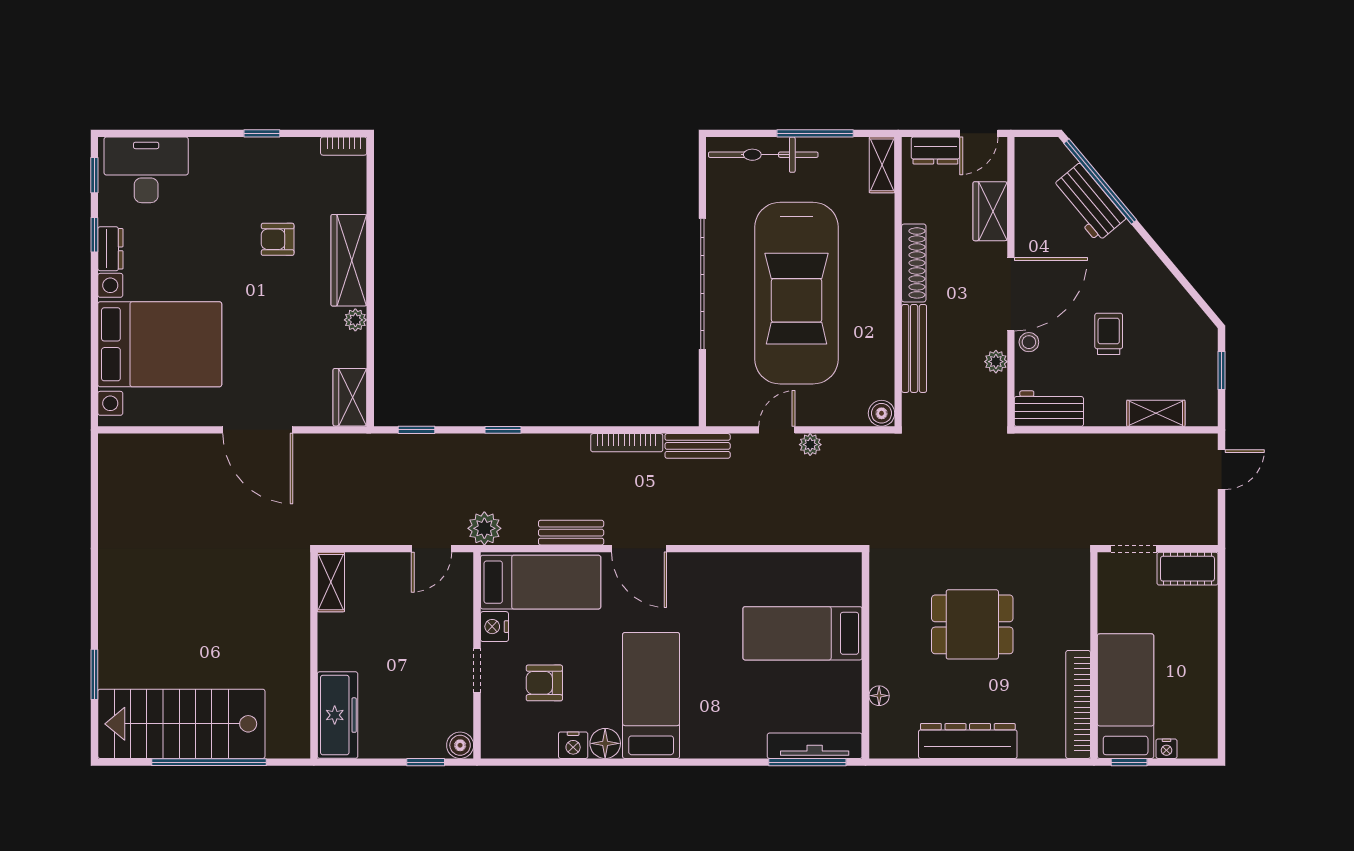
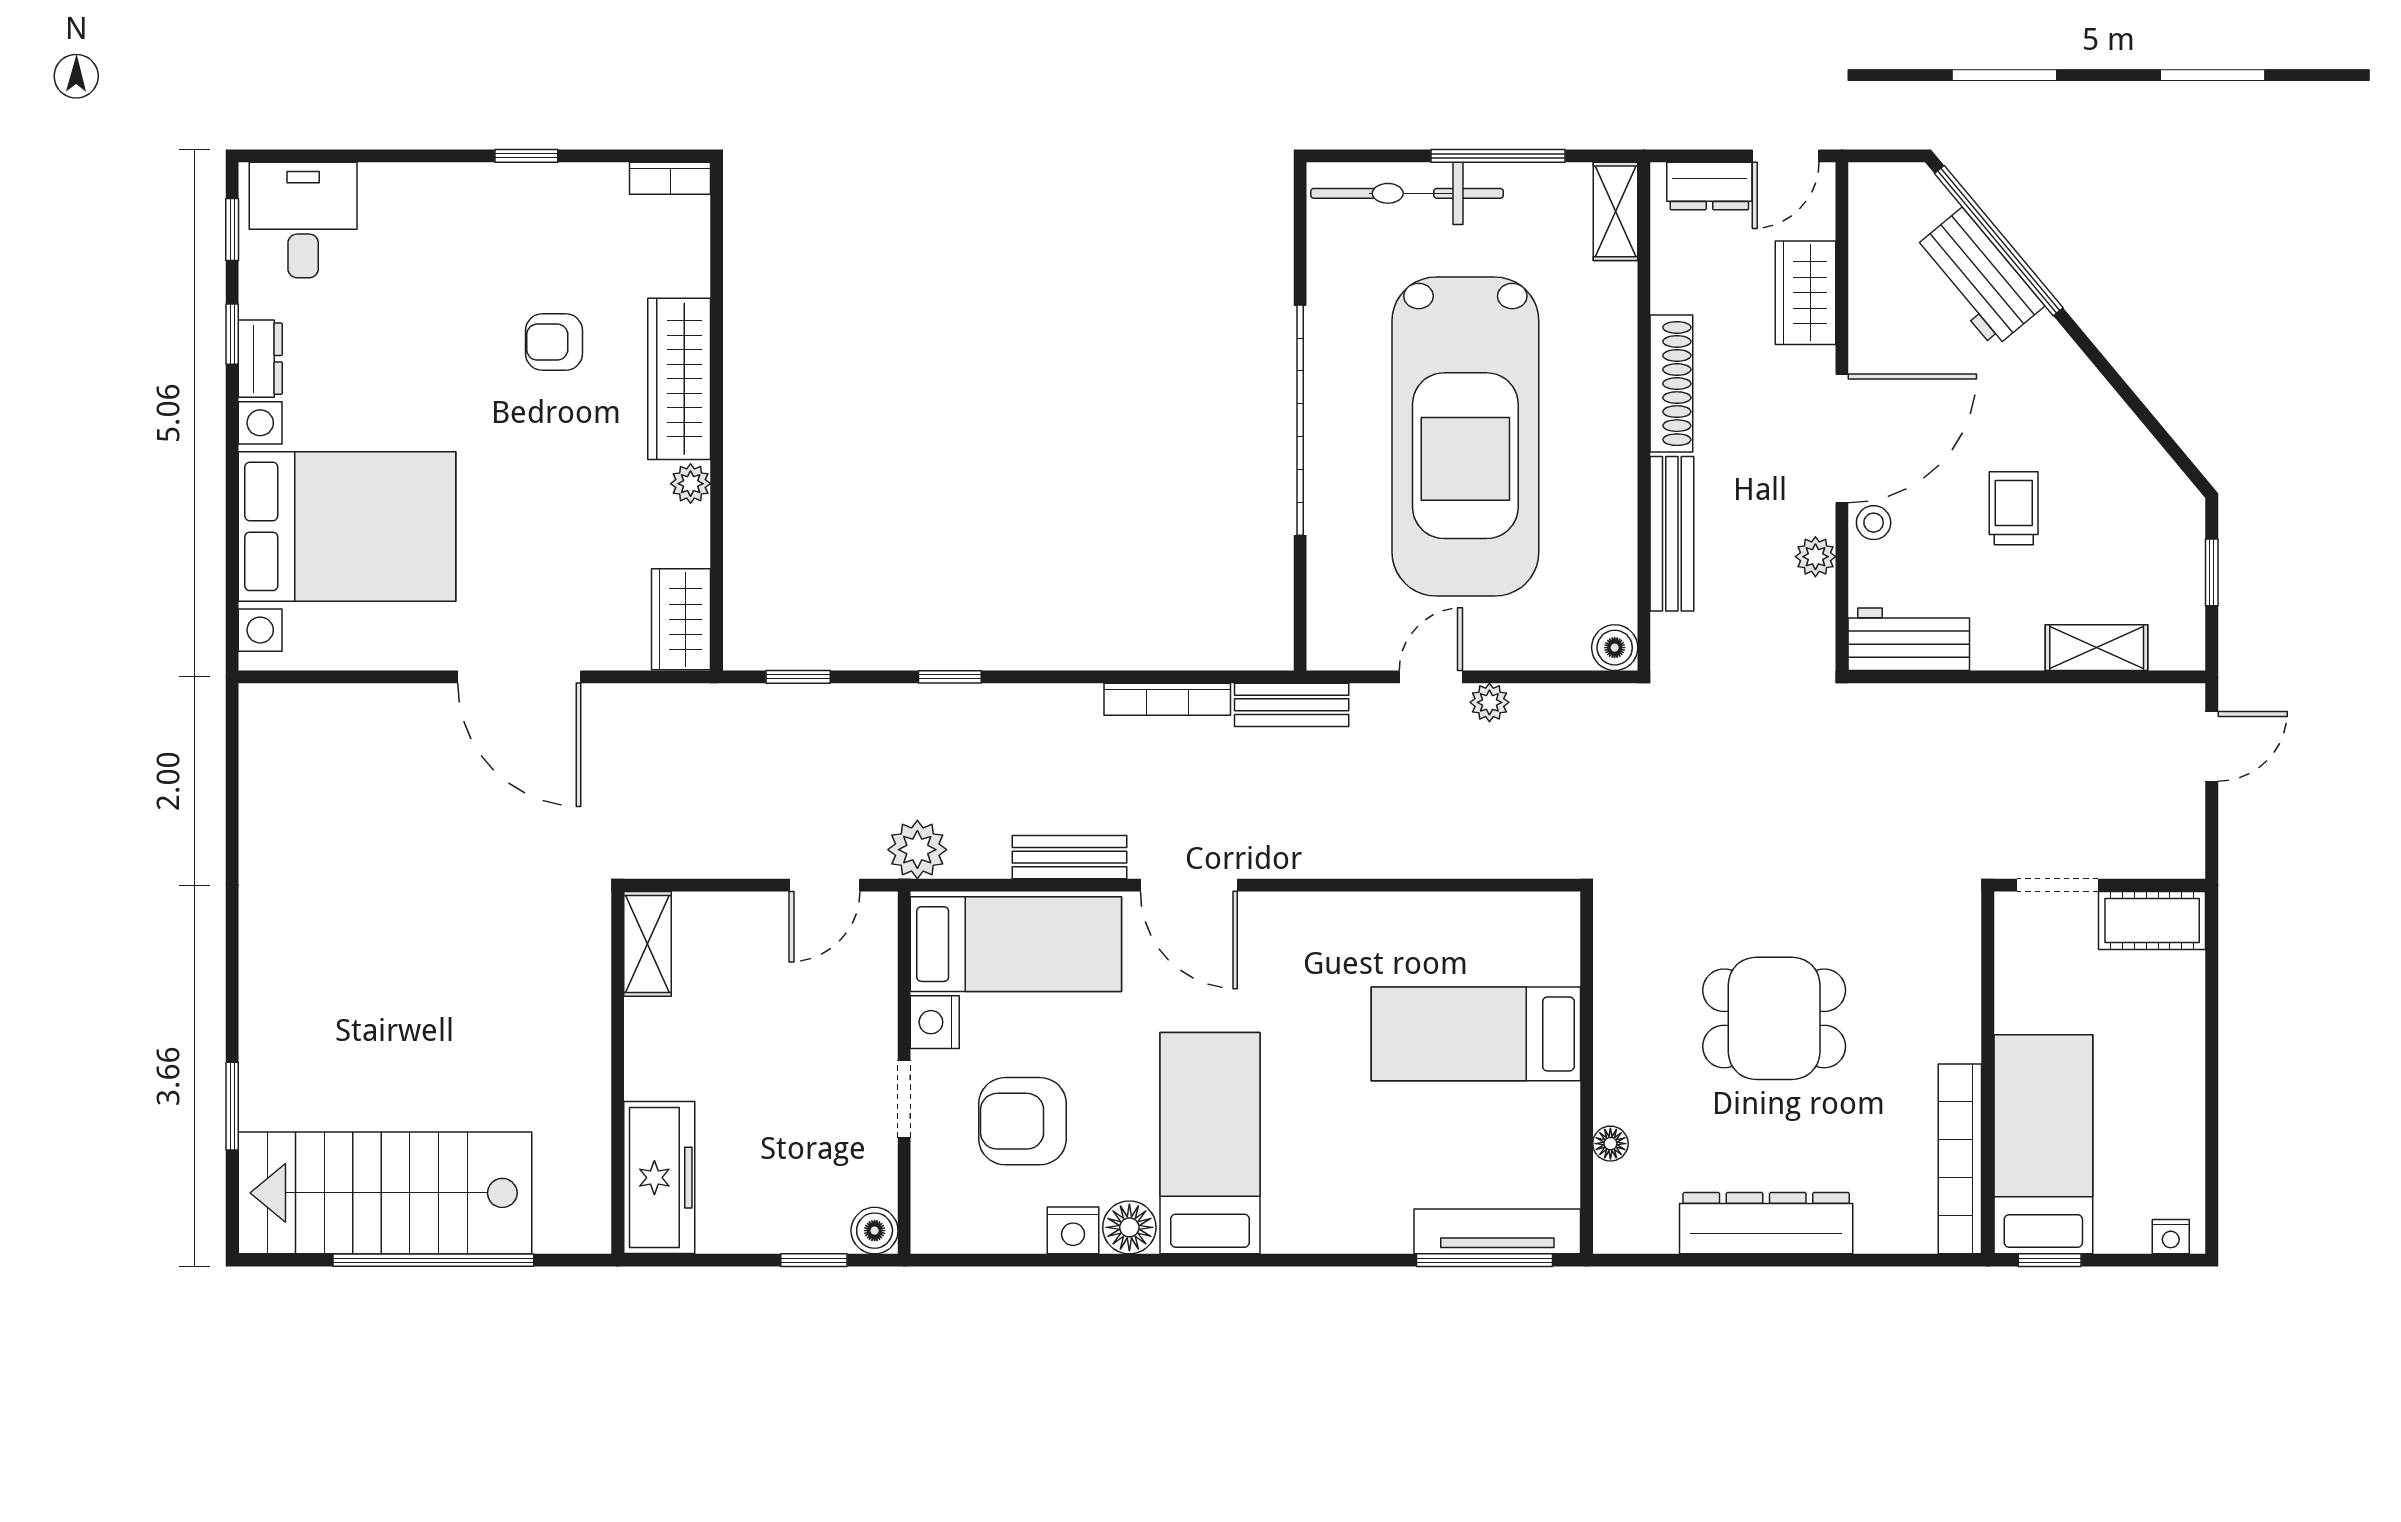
desk: (146, 170) -> (303, 220), width x0.73
armchair: (544, 683) -> (1023, 1121), width x1.38, depth x1.38
nightstand: (1166, 749) -> (2171, 1237), moved

